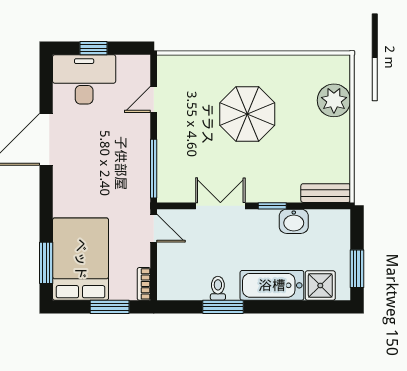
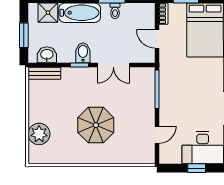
washbasin: (294, 221) -> (47, 55), moved
bidet: (267, 224) -> (83, 53), added
door: (154, 228) -> (157, 39), moved
window: (357, 269) -> (24, 35), moved

